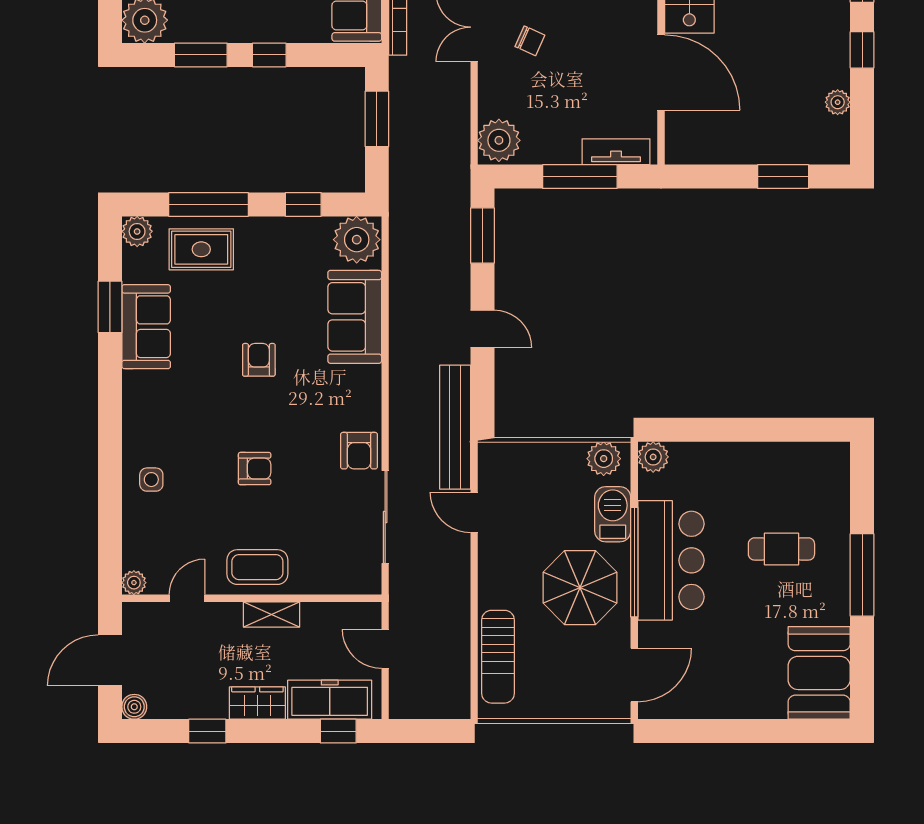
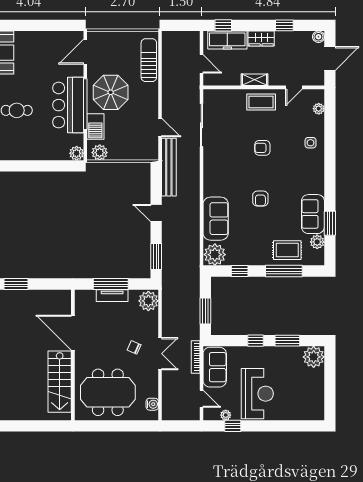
tv unit: (616, 152) -> (112, 296), moved
plant: (137, 231) -> (317, 242), moved
armchair: (359, 451) -> (214, 156), removed
plant: (134, 583) -> (319, 109), moved

